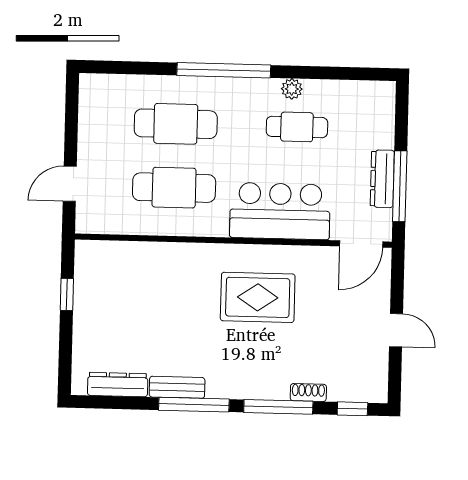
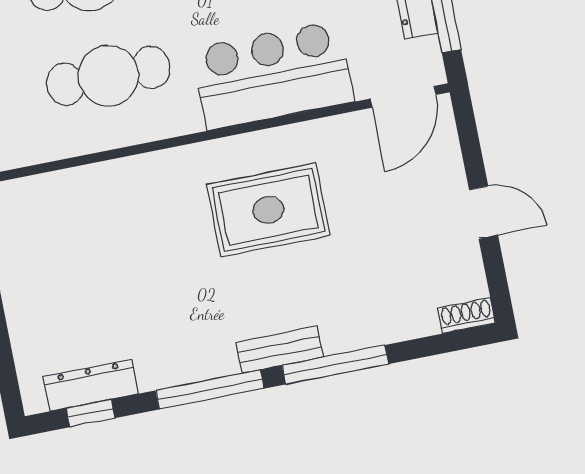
bench: (177, 387) -> (280, 350), moved
shoe rack: (308, 393) -> (466, 315), moved
window: (352, 409) -> (91, 413), moved

